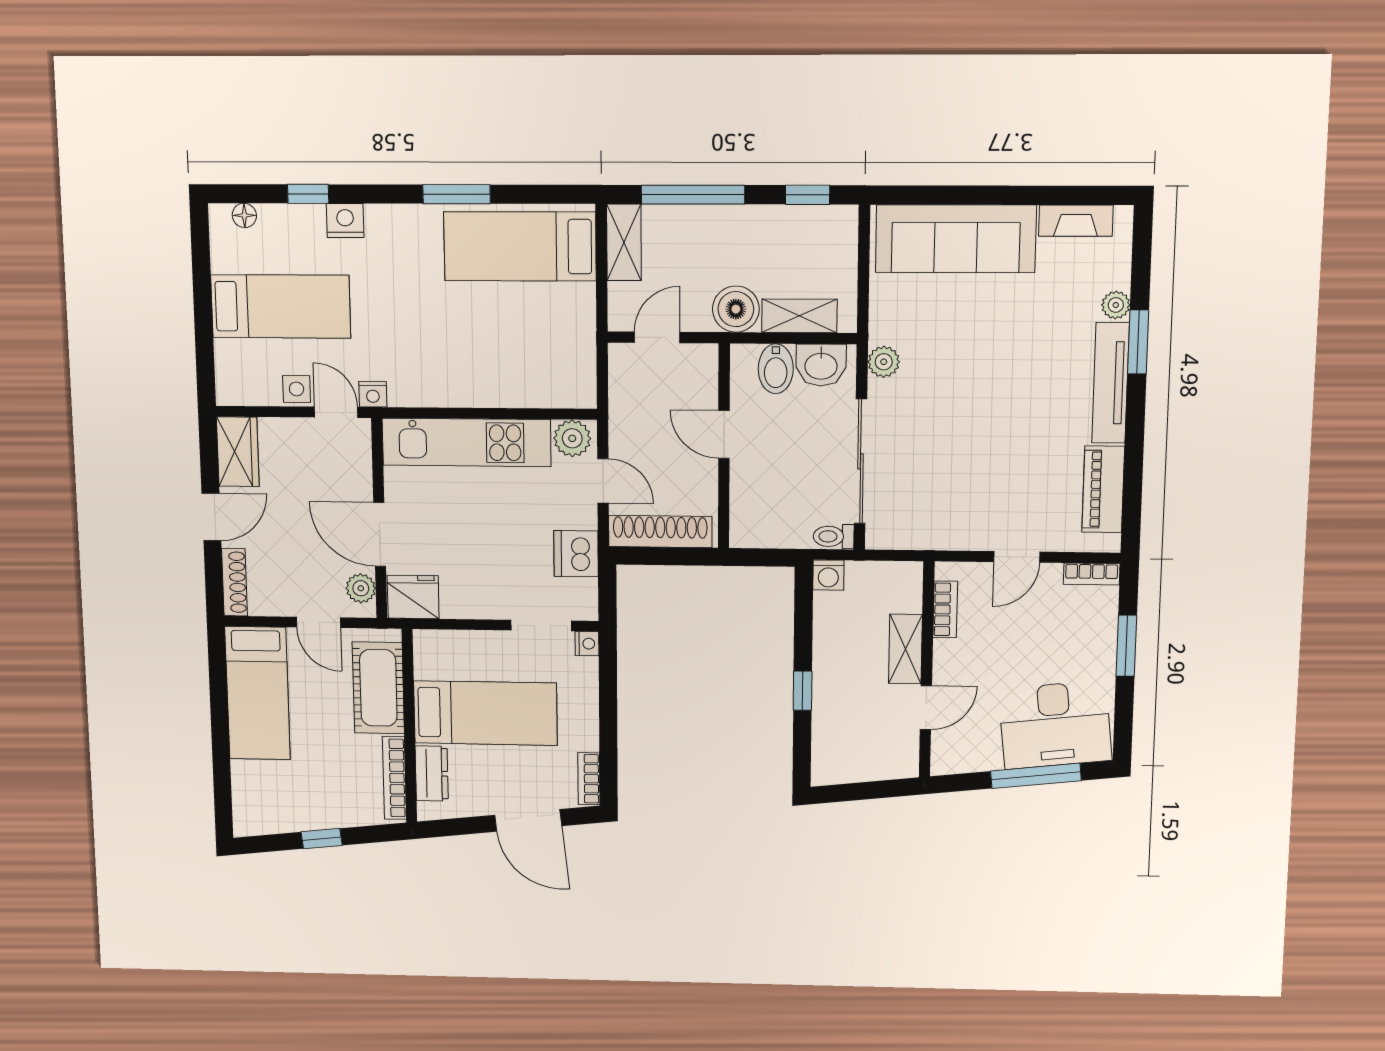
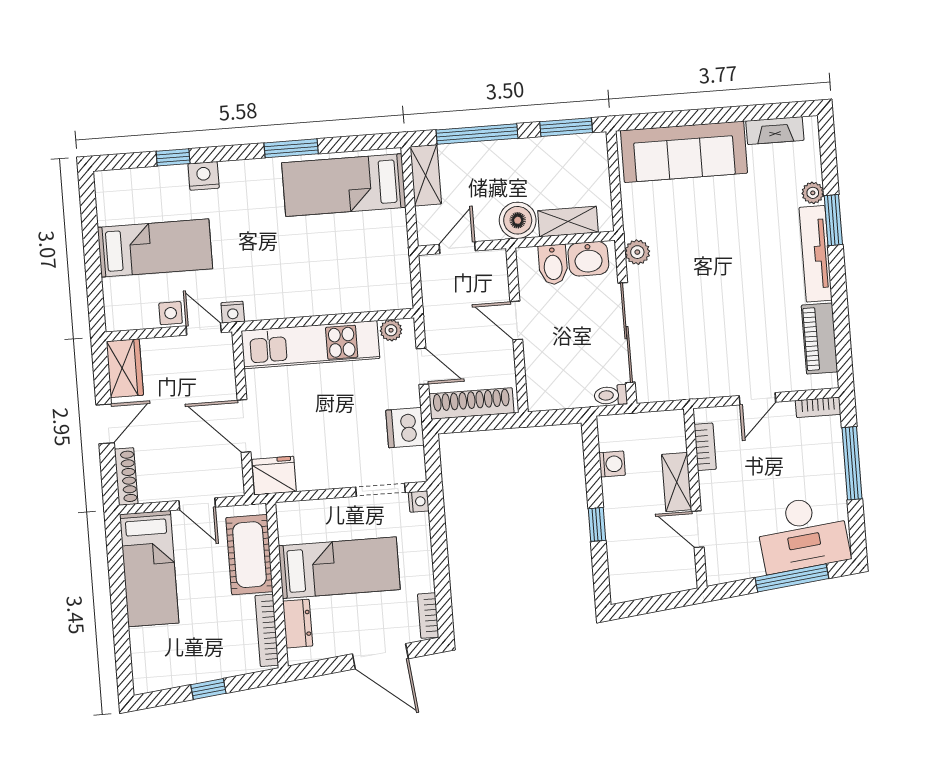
window: (808, 195) -> (566, 127), width x1.50
floor lamp: (244, 215) -> (123, 178), removed
plant: (572, 438) -> (391, 330), width x0.73, depth x0.73
washing machine: (828, 575) -> (612, 464), moved, turned -90
plant: (361, 588) -> (231, 472), removed
window: (1126, 646) -> (852, 463), width x1.44
door: (926, 707) -> (698, 529), swing flipped

